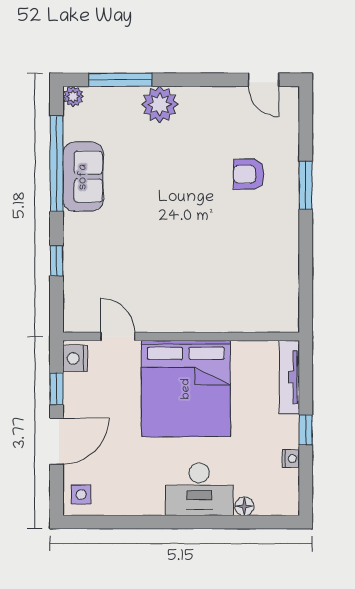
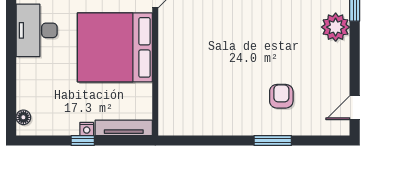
nightstand: (291, 459) -> (87, 129), moved
desk: (199, 489) -> (37, 30), moved
floor lamp: (244, 506) -> (23, 117), moved

